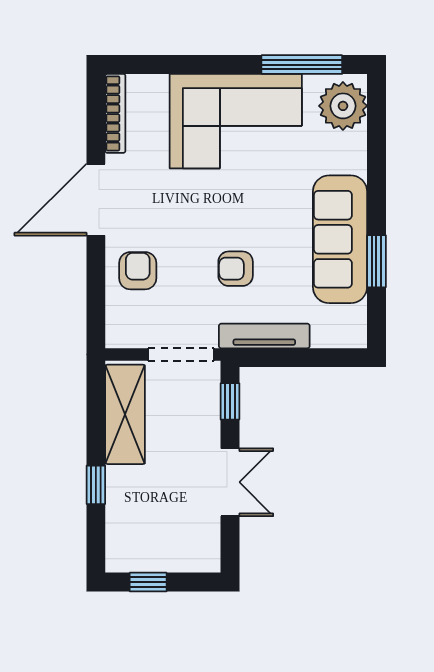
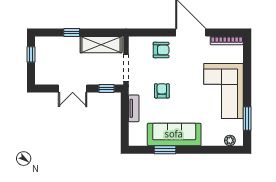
window: (302, 65) -> (247, 119), width x0.69
plant: (343, 106) -> (230, 140), width x0.53, depth x0.53
tv unit: (264, 336) -> (134, 108), width x0.71

